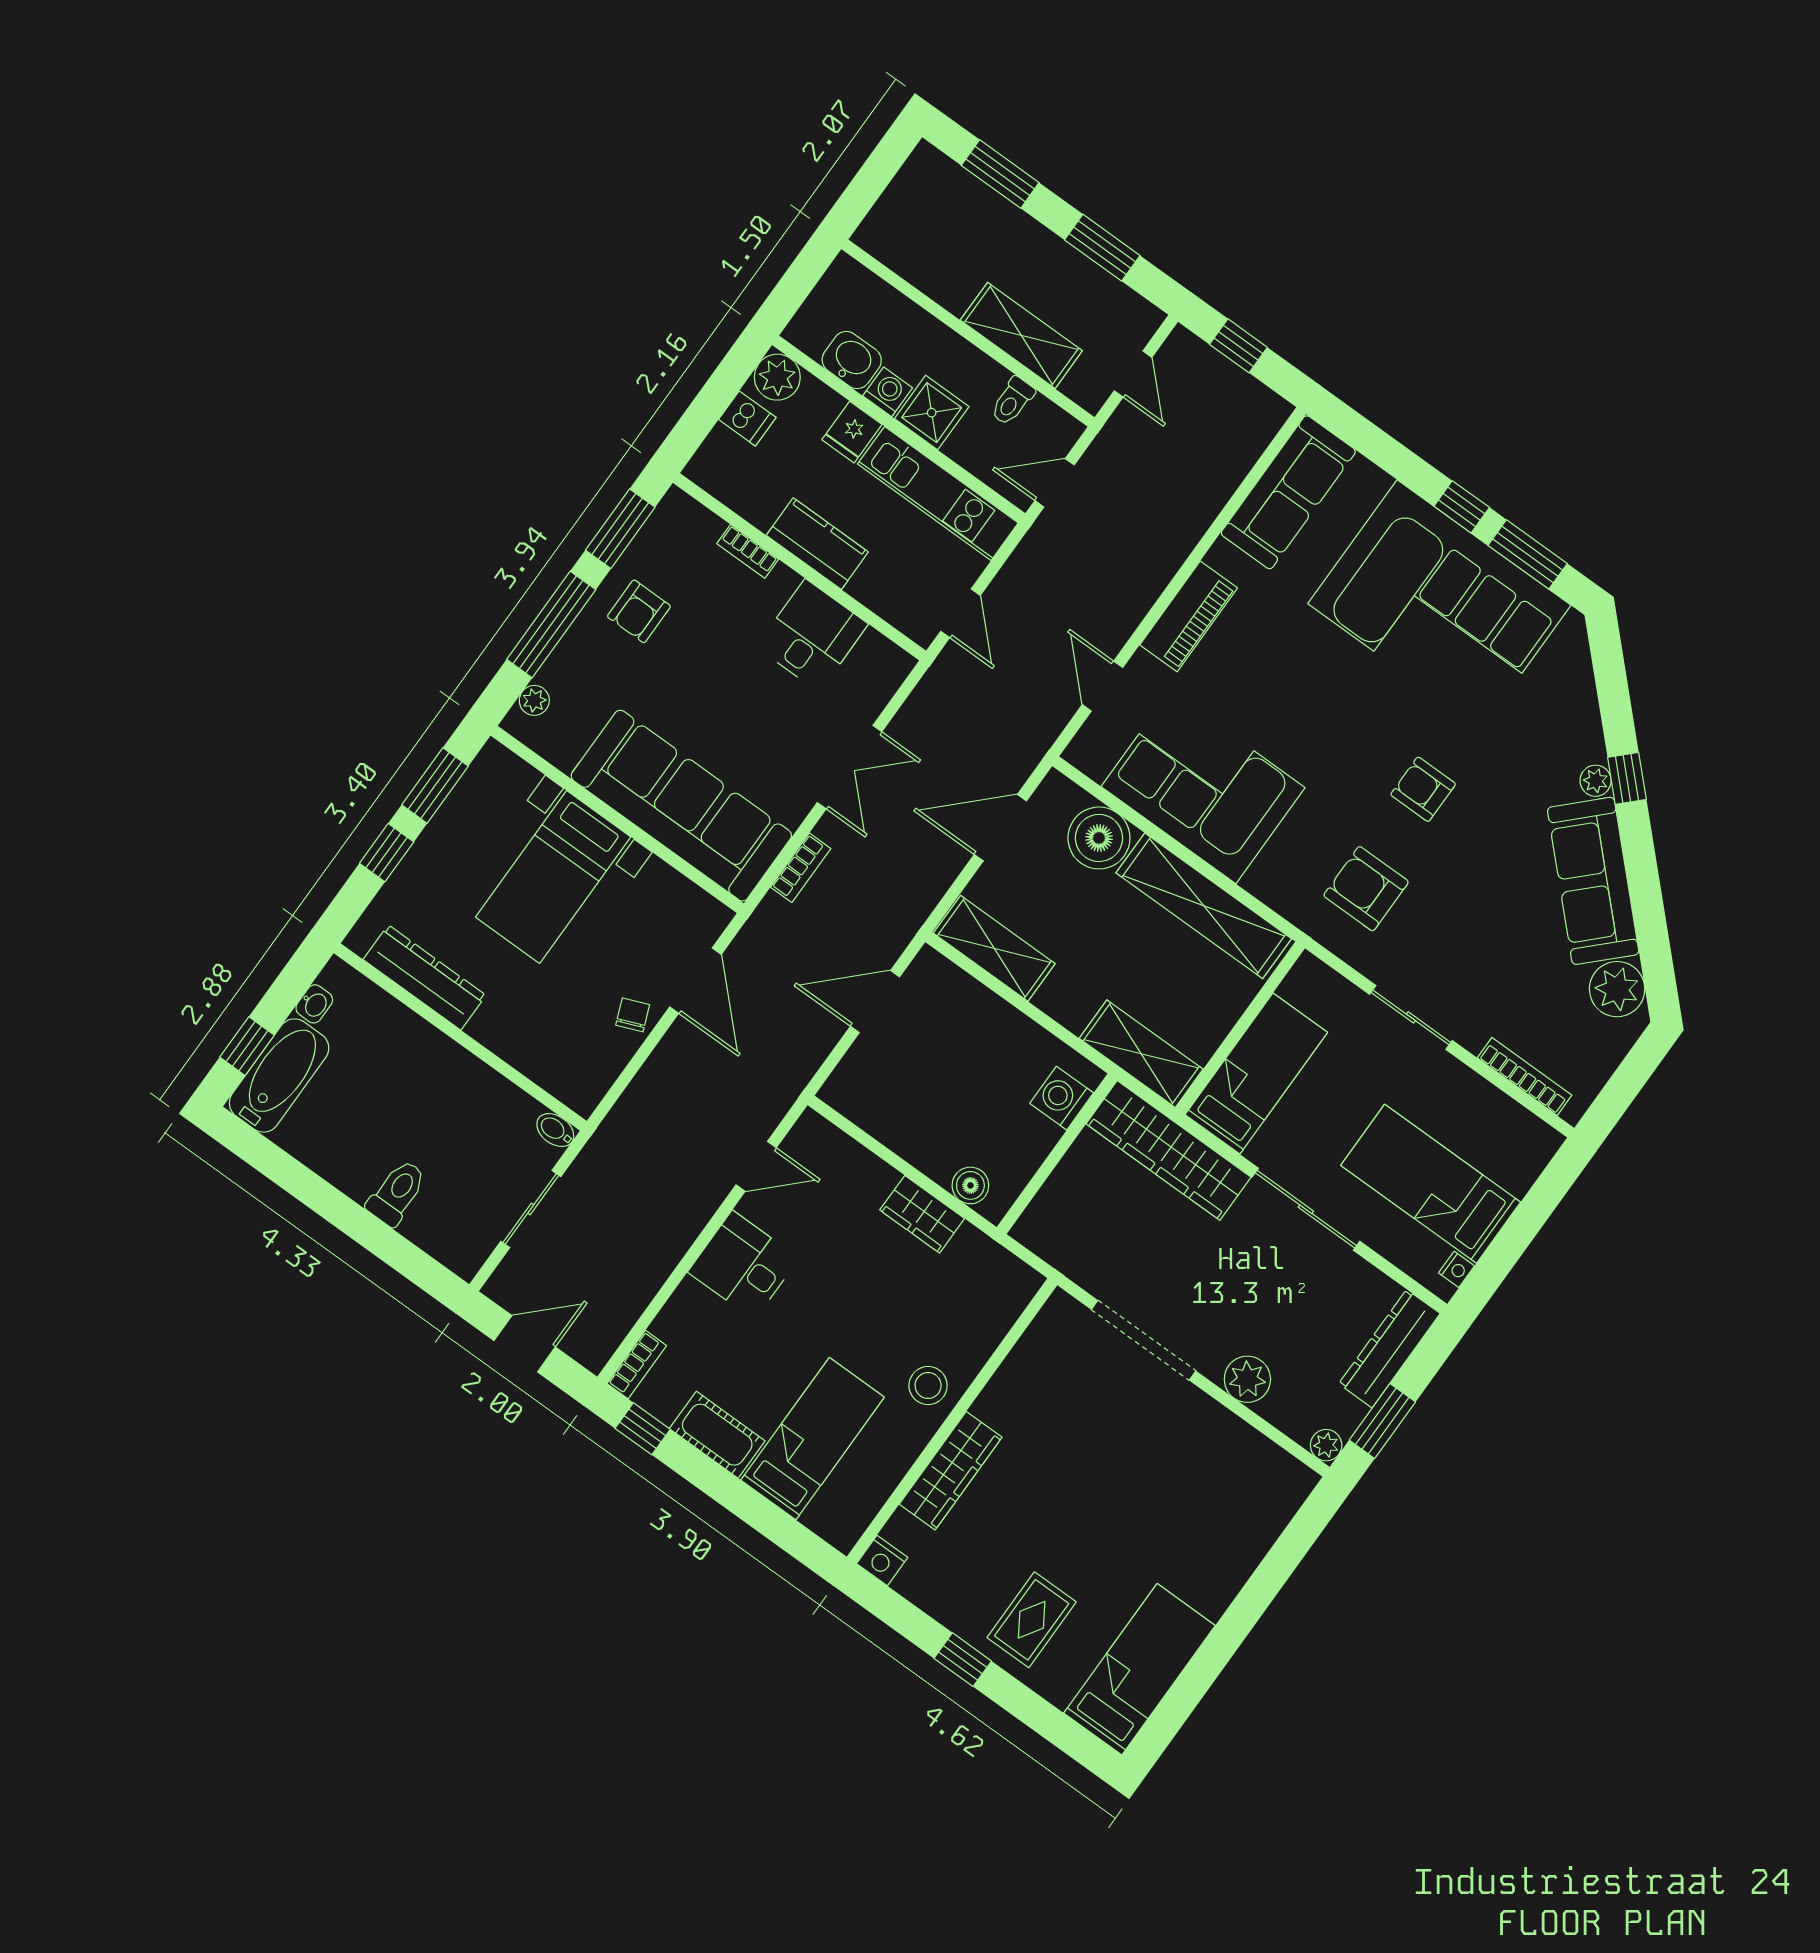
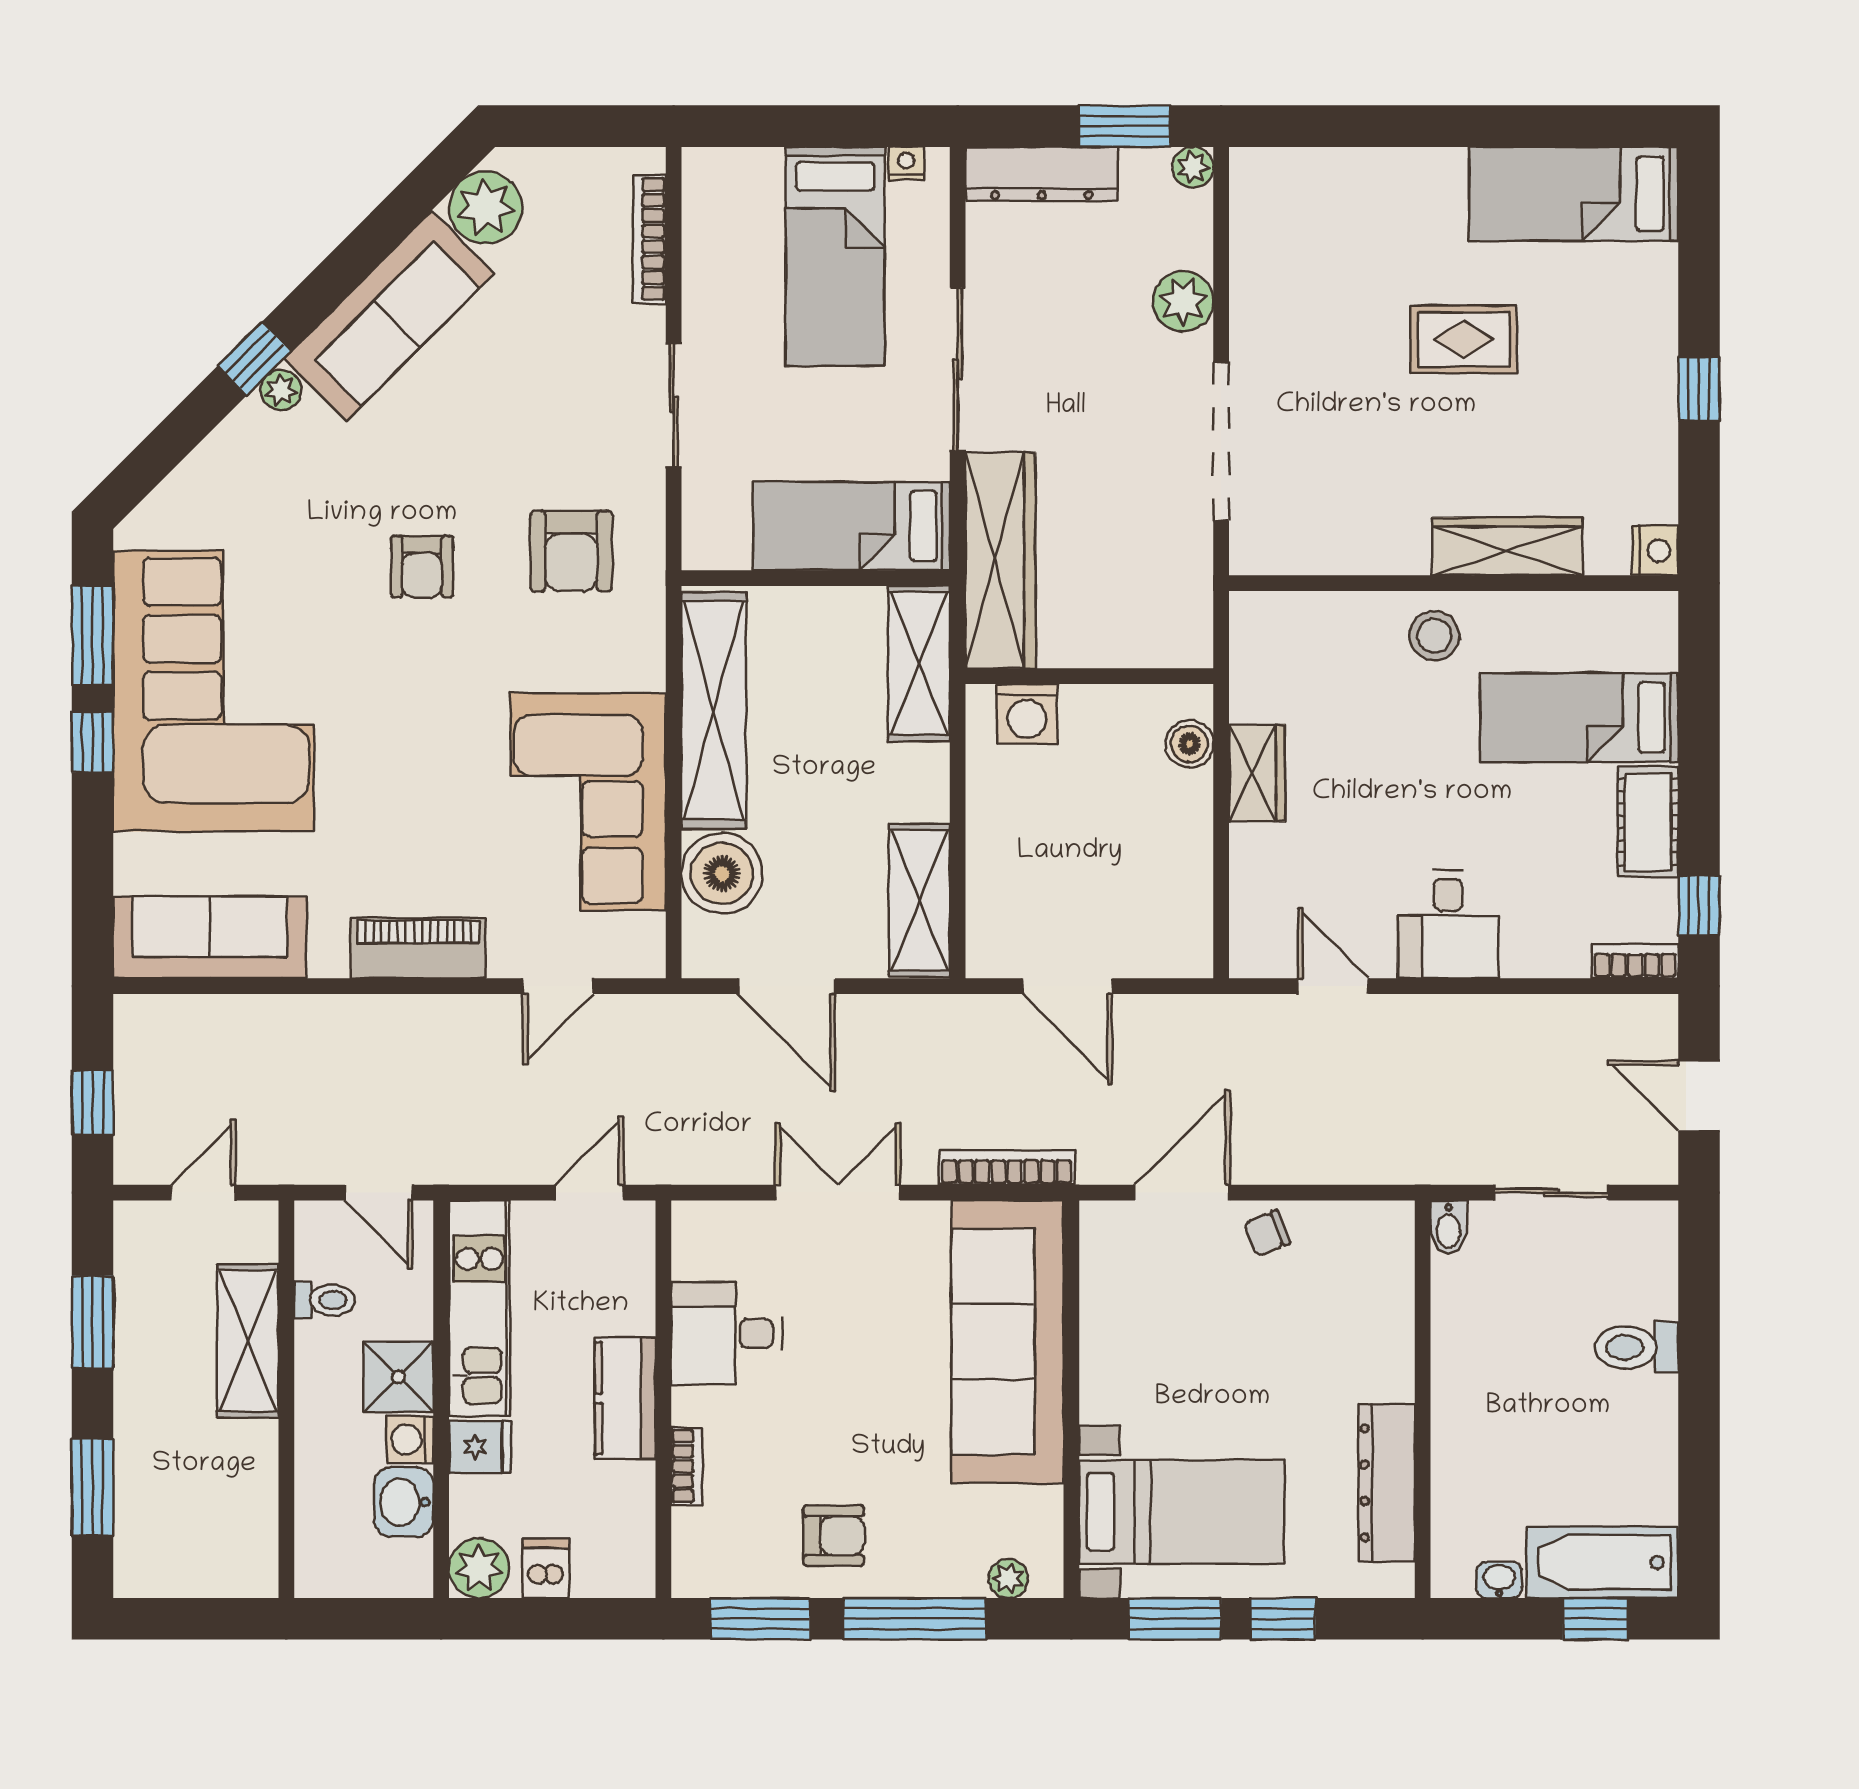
bookcase: (801, 868) -> (1007, 1167), width x1.56
bed with nightstands: (553, 877) -> (1181, 1512), moved
rug: (1032, 1620) -> (1464, 339), moved

